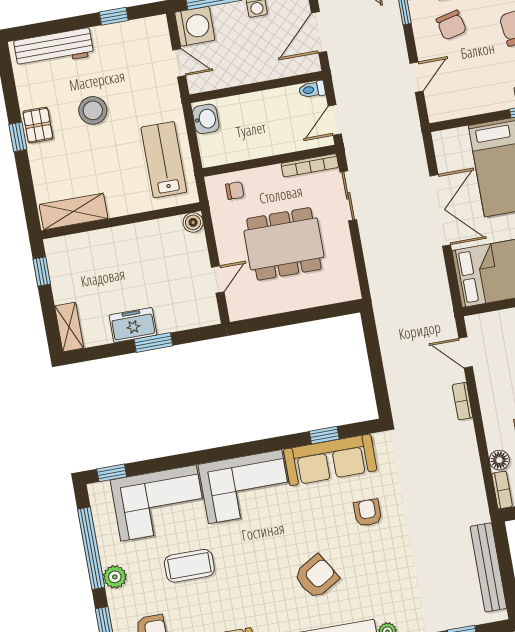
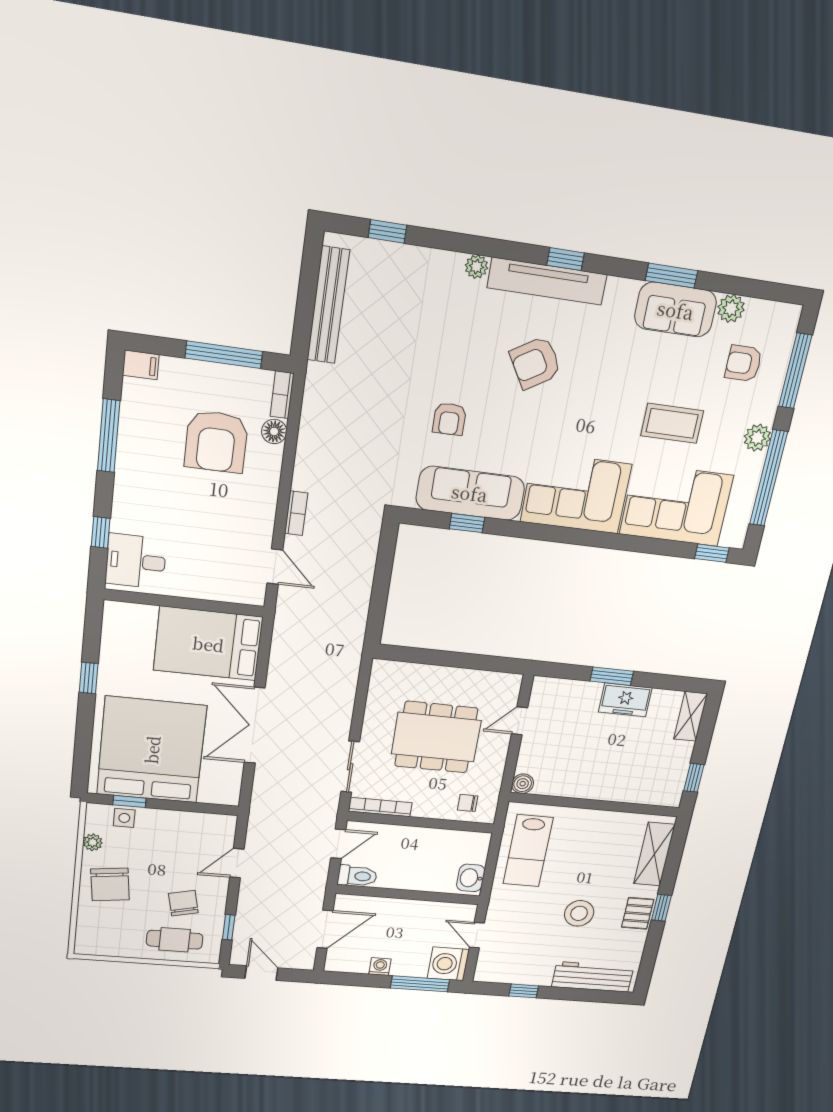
toilet: (312, 89) -> (357, 876), width x1.37, depth x1.39
shelving: (73, 211) -> (654, 854), moved, turned 90

